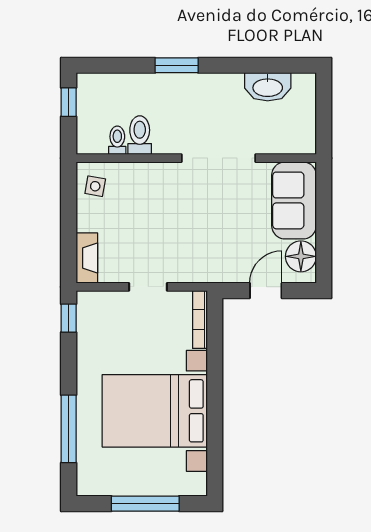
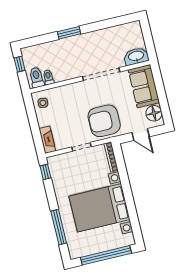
washbasin: (268, 87) -> (136, 56), moved, turned 180
toilet: (140, 135) -> (37, 77), moved
armchair: (203, 248) -> (104, 121), added
door: (266, 291) -> (141, 135), swing flipped
window: (145, 504) -> (106, 255), width x1.46

